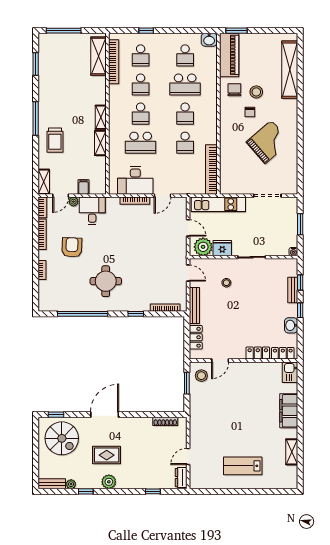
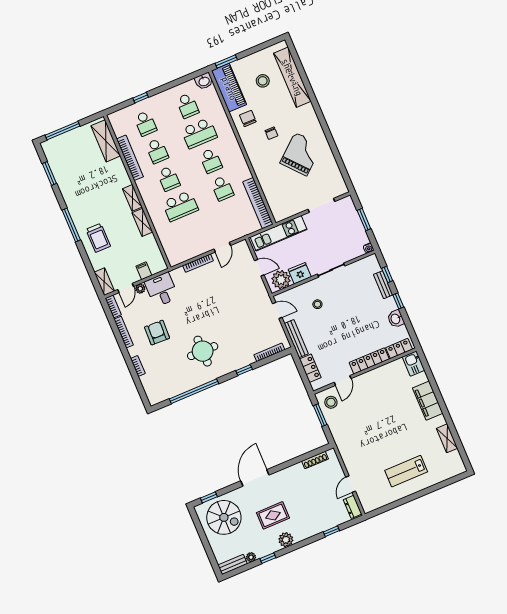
bookcase: (114, 62) -> (130, 158), moved
stool: (256, 92) -> (263, 81), moved
desk: (135, 180) -> (190, 244), removed
locker: (258, 353) -> (369, 361), width x1.53

